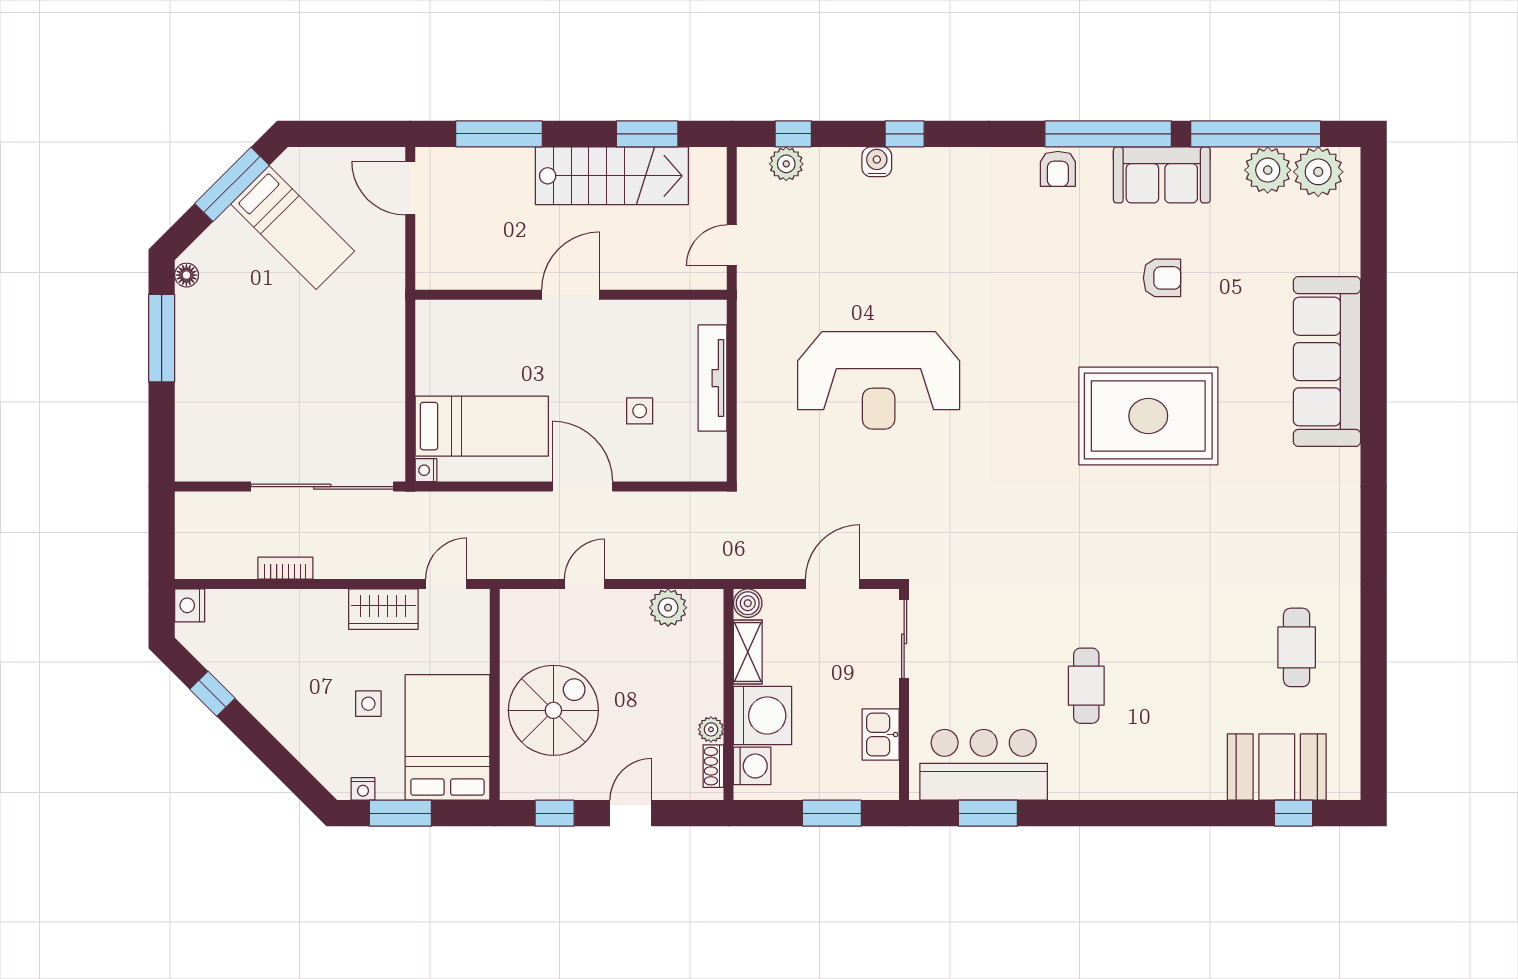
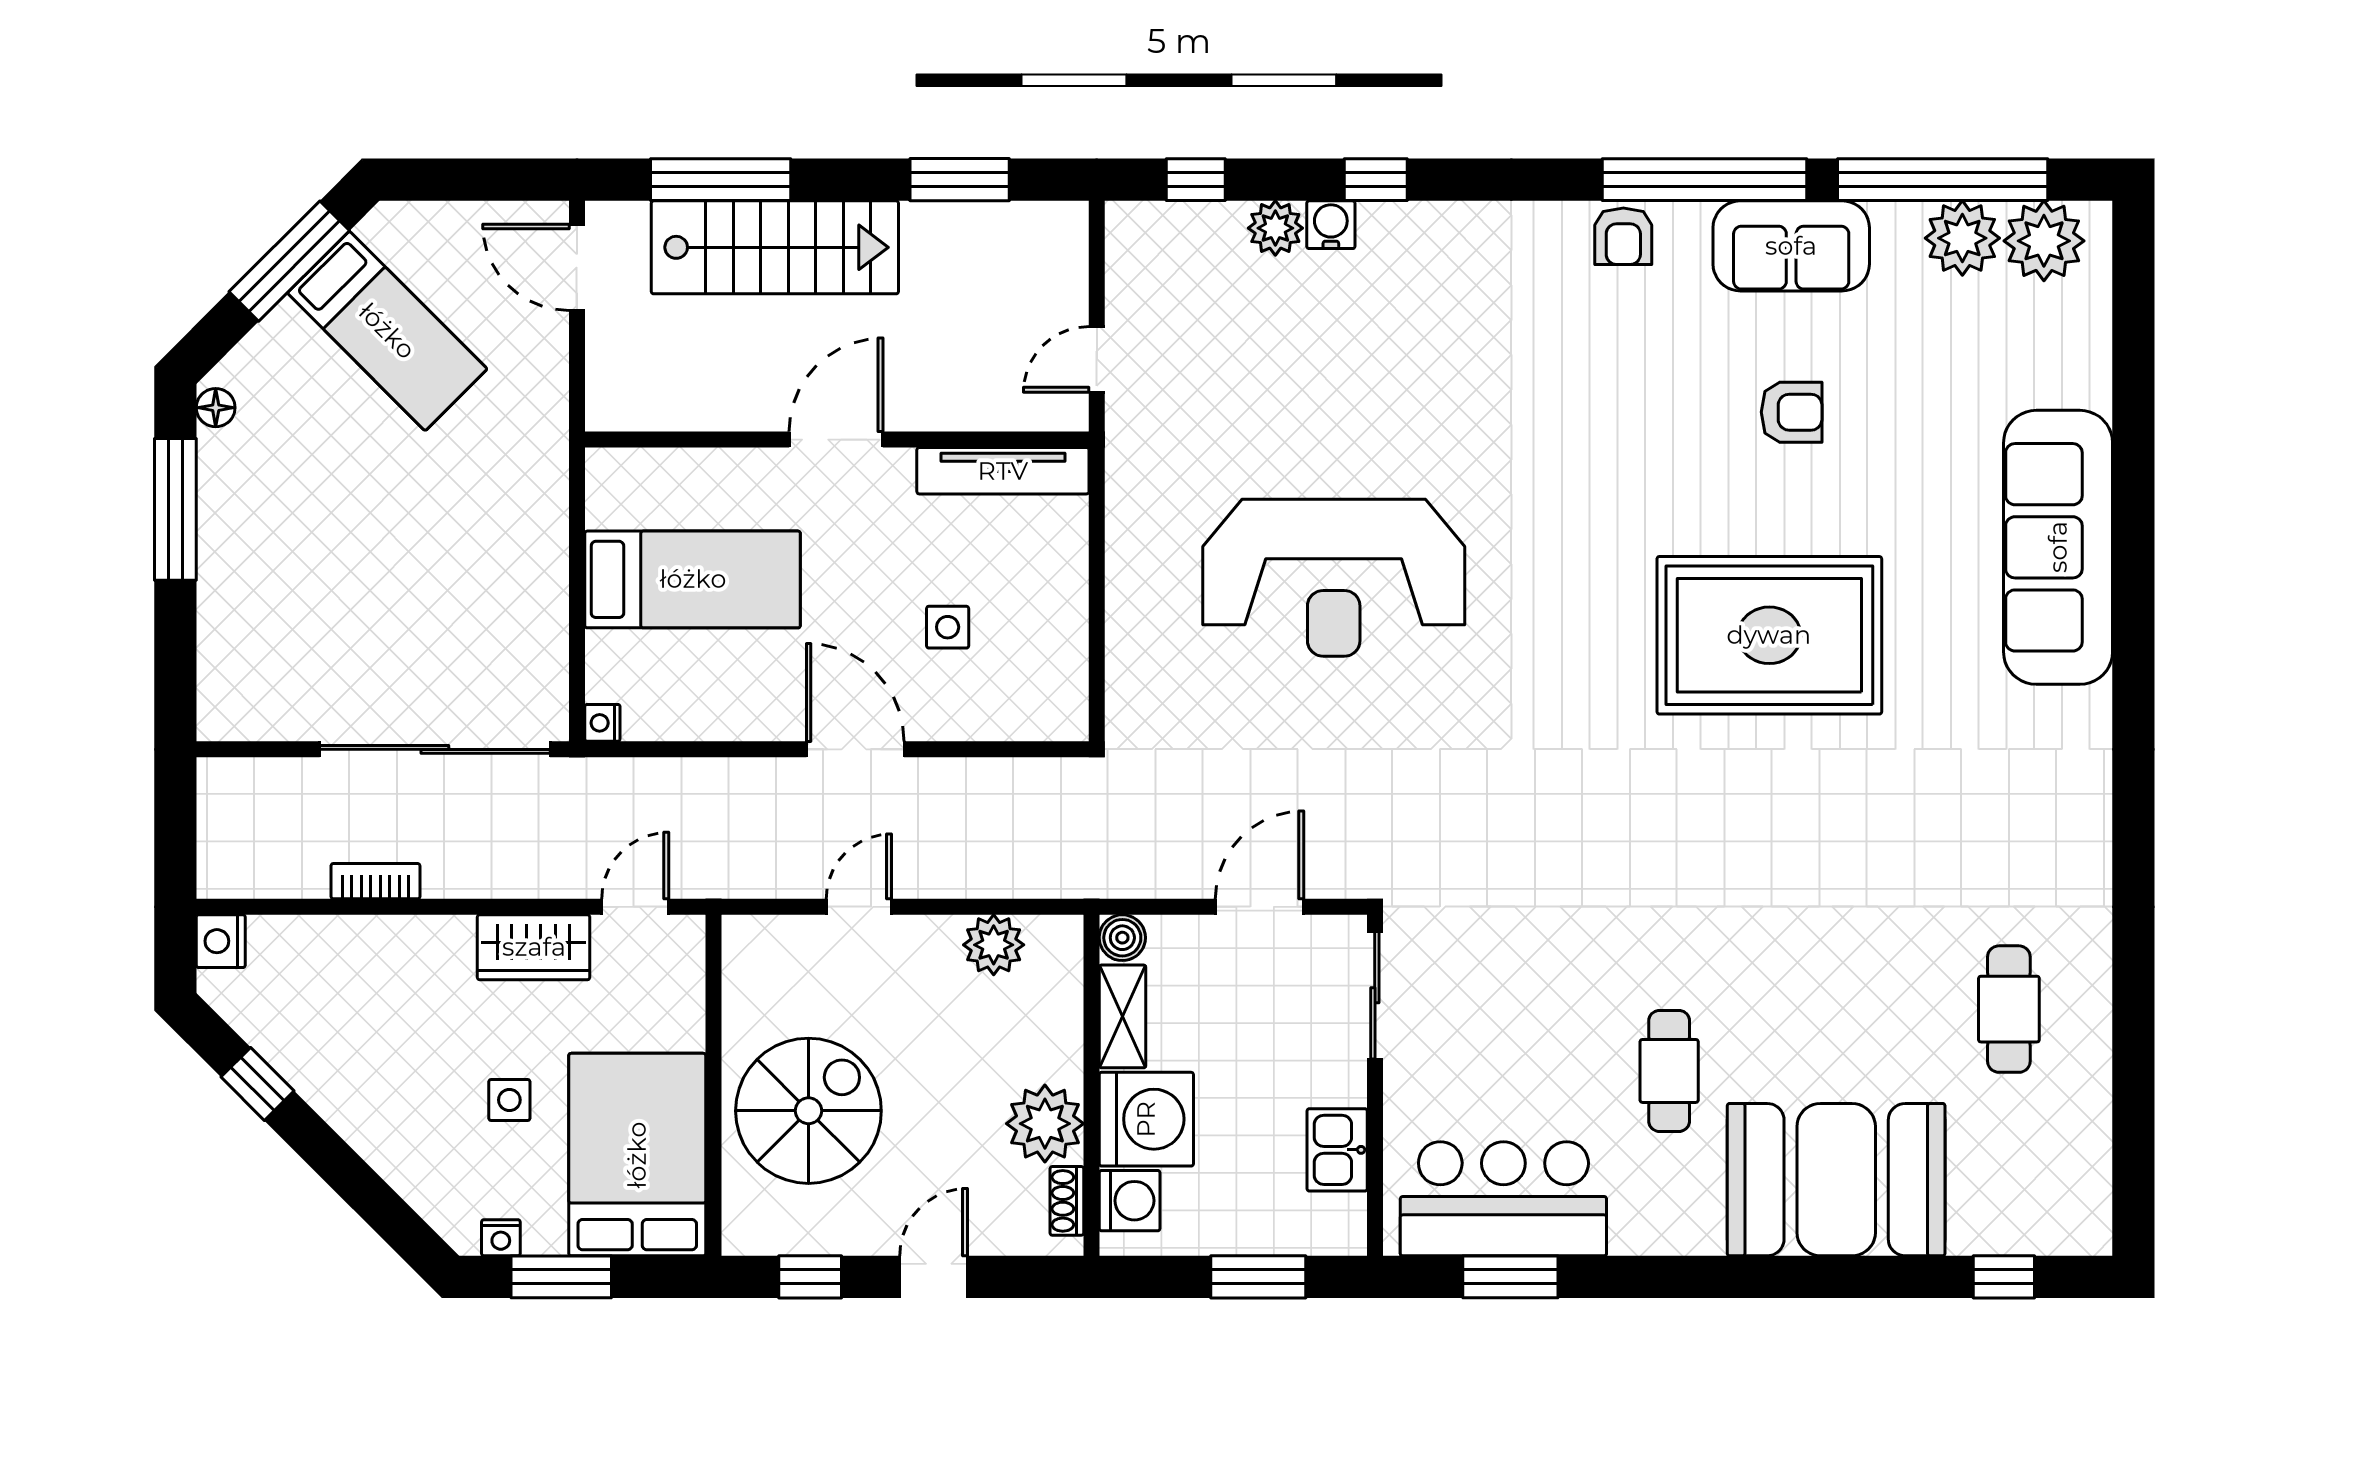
plant: (786, 164) -> (1275, 228), moved
stairs: (612, 176) -> (775, 247), moved
tv unit: (713, 378) -> (1003, 471), moved, turned -90
bed: (482, 426) -> (693, 579), moved
plant: (711, 729) -> (1045, 1124), width x1.87, depth x1.87
booth: (1277, 767) -> (1836, 1180), moved, width x1.36, depth x1.42

